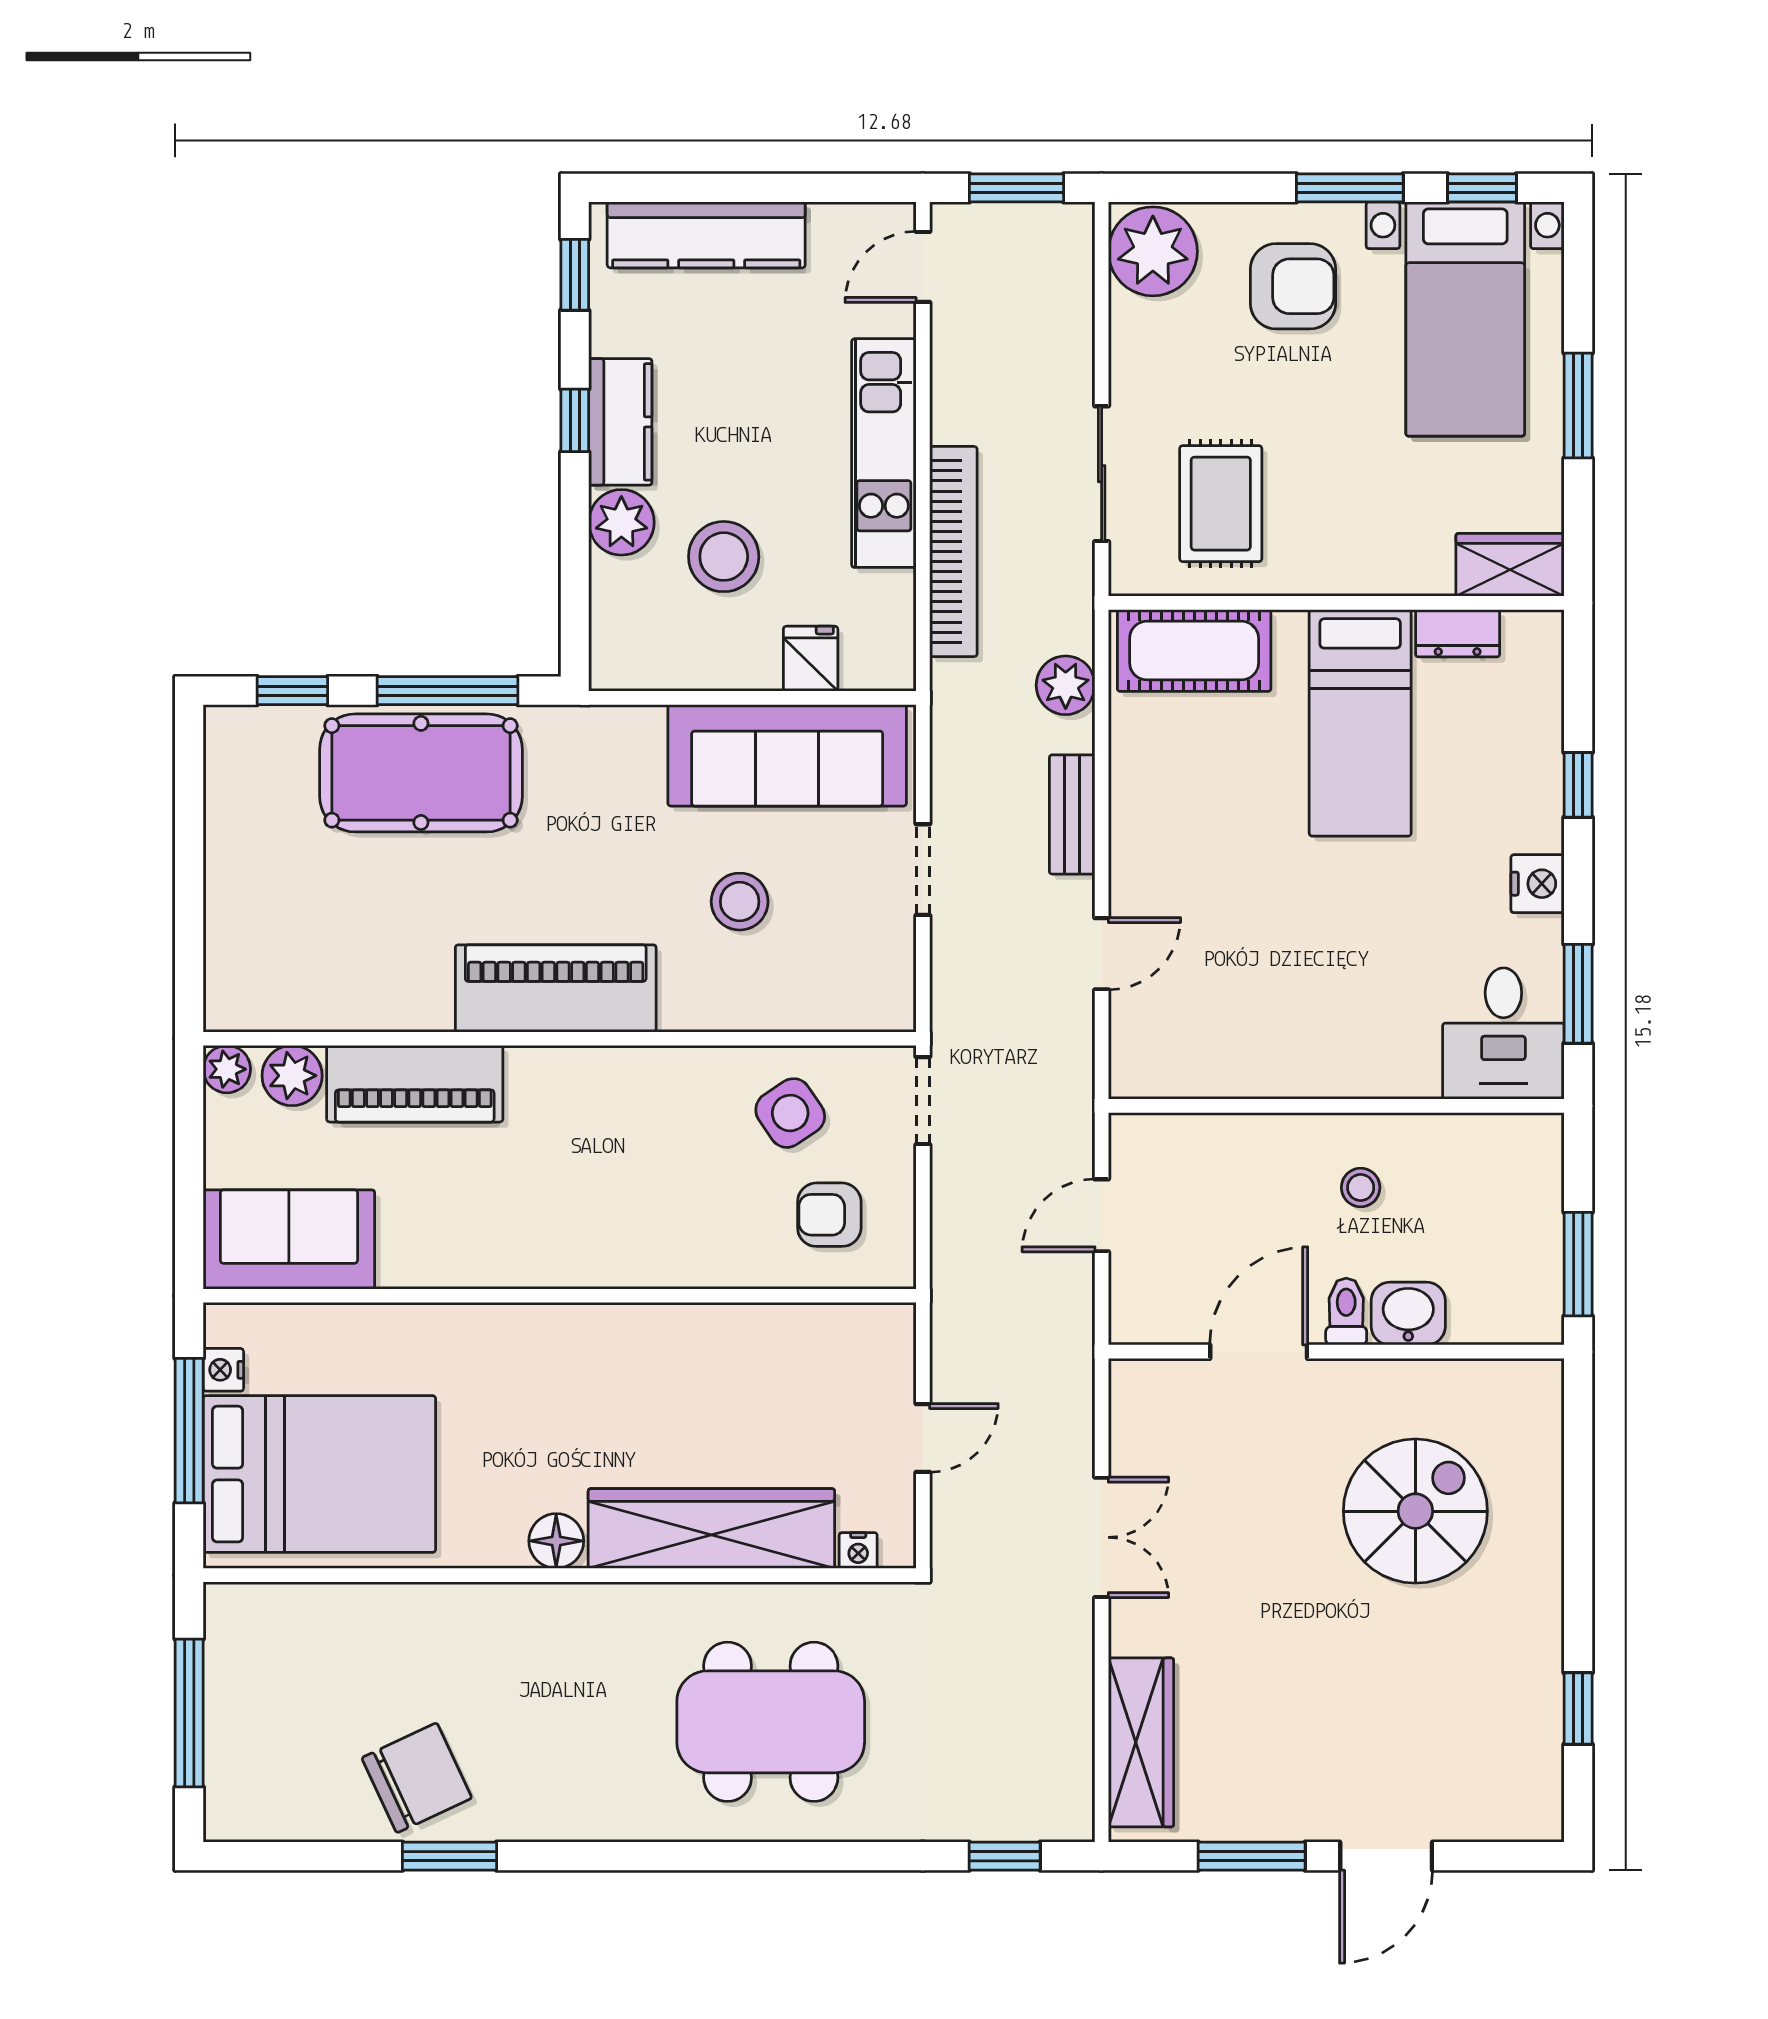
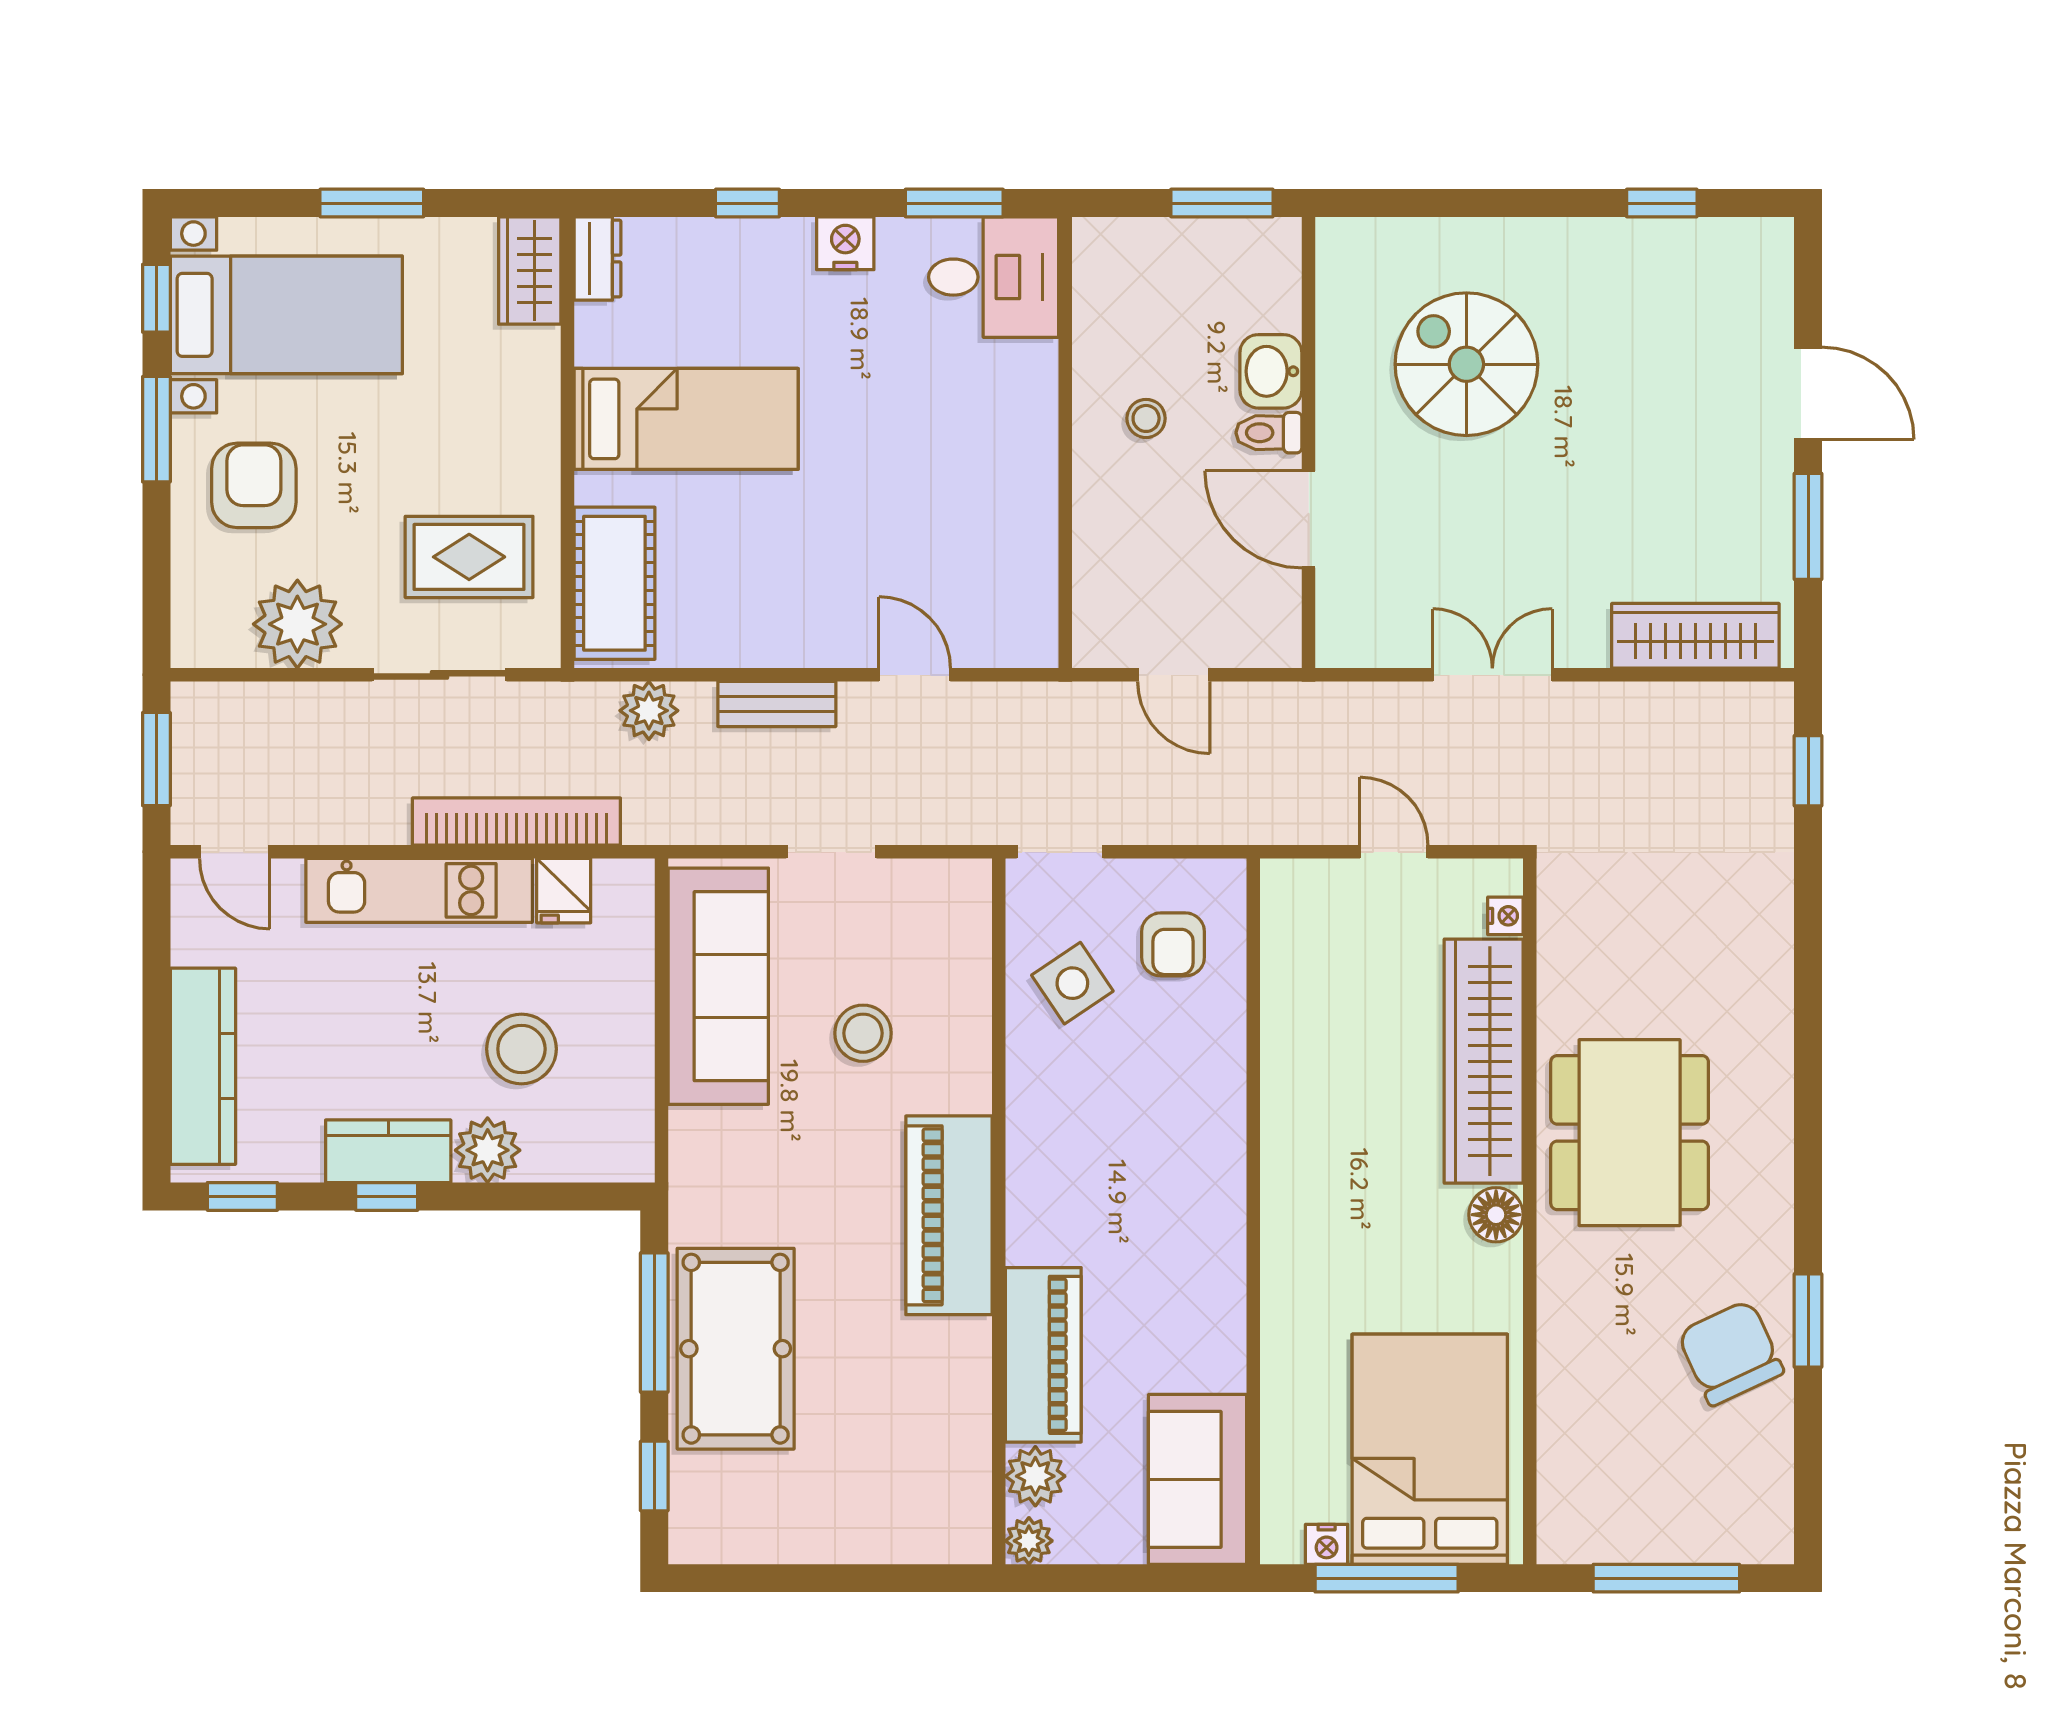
plant: (1153, 251) -> (297, 624), moved
dresser: (1458, 633) -> (597, 258), moved
fridge: (811, 659) -> (564, 891), moved, turned -90
dining table: (771, 1722) -> (1630, 1133), moved

